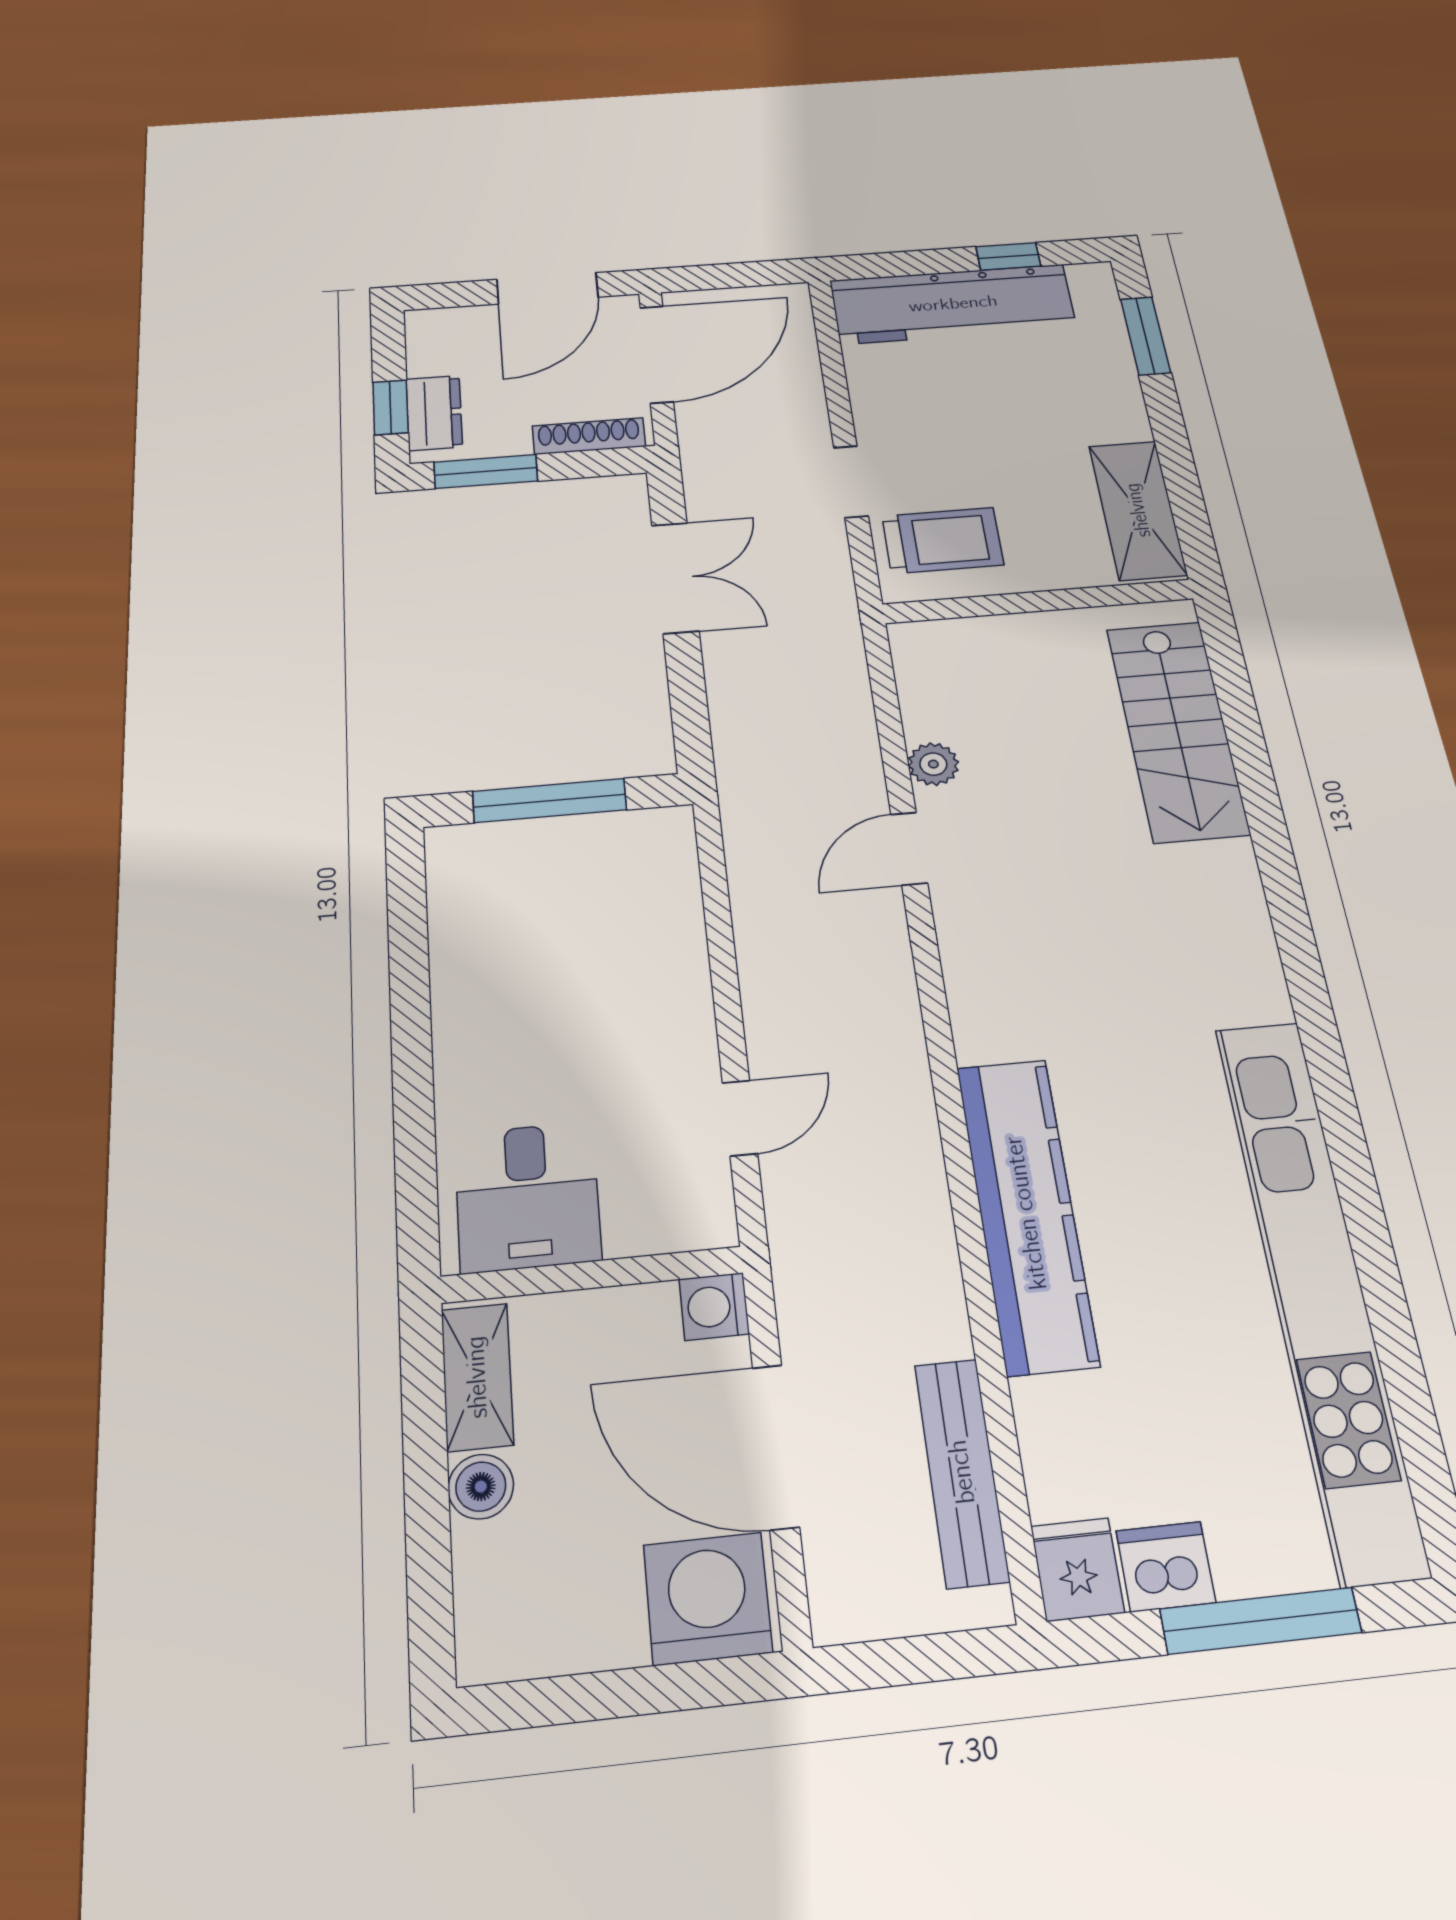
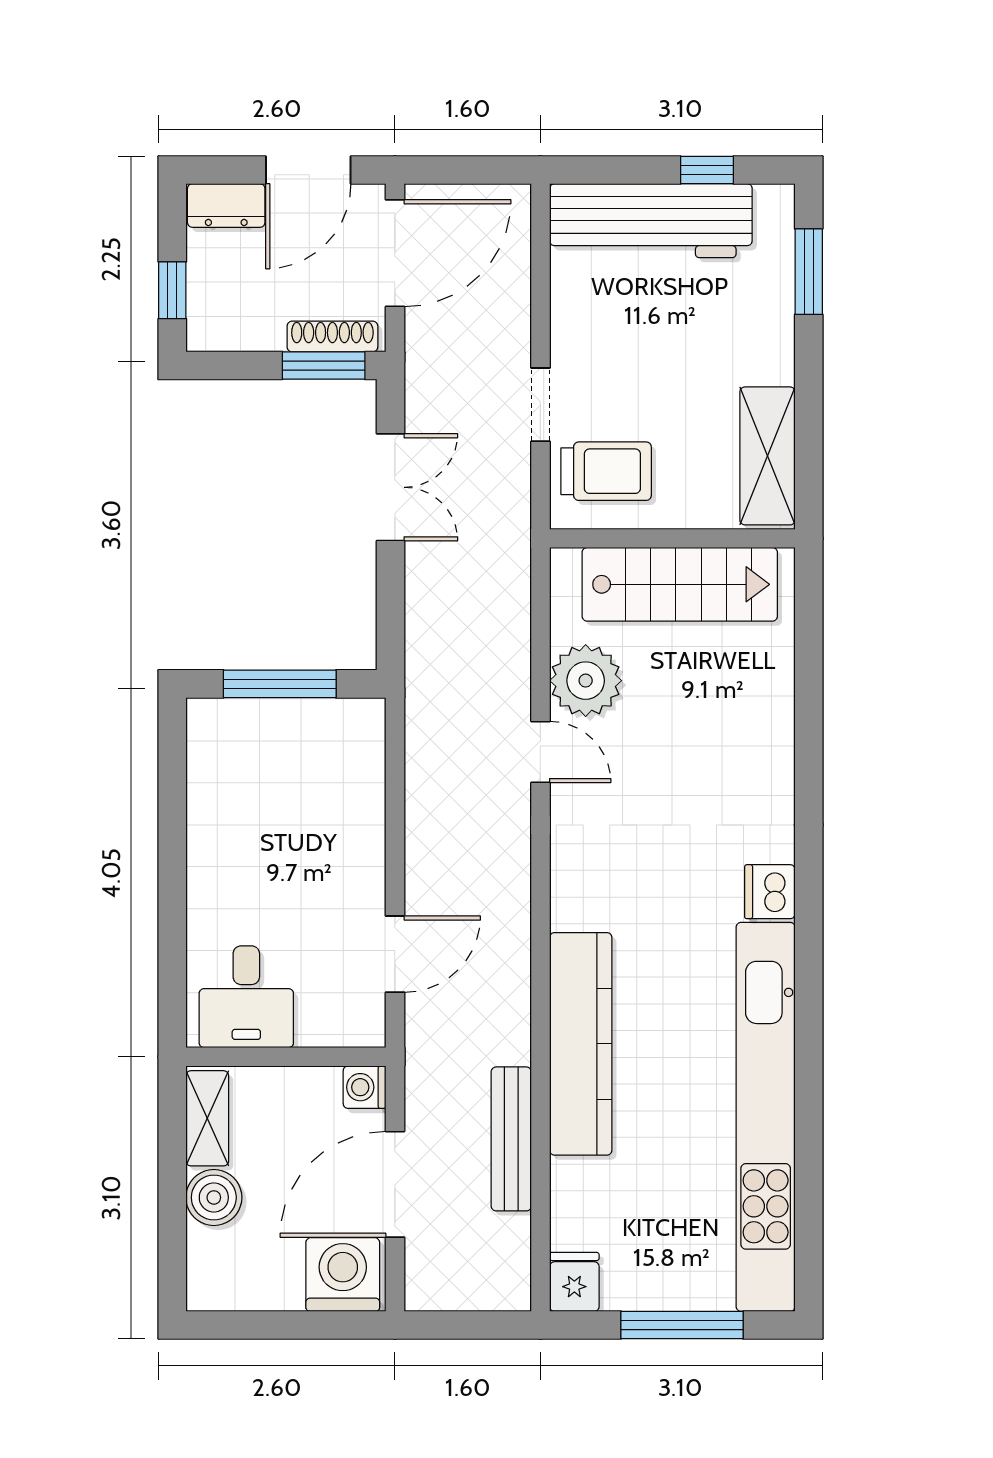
dresser: (434, 413) -> (226, 206), moved, turned 90
window: (486, 472) -> (324, 366), moved
stairs: (1177, 730) -> (680, 584), moved, turned -90
plant: (933, 764) -> (586, 681), width x1.88, depth x1.88
door: (909, 849) -> (540, 752), swing flipped
door: (740, 1118) -> (395, 954), width x1.38
door: (776, 1446) -> (395, 1184), hinge flipped
bench: (962, 1472) -> (511, 1139), moved
boiler: (481, 1487) -> (214, 1197), width x1.36, depth x1.36
dishwasher: (1166, 1567) -> (770, 892), moved, turned -90

